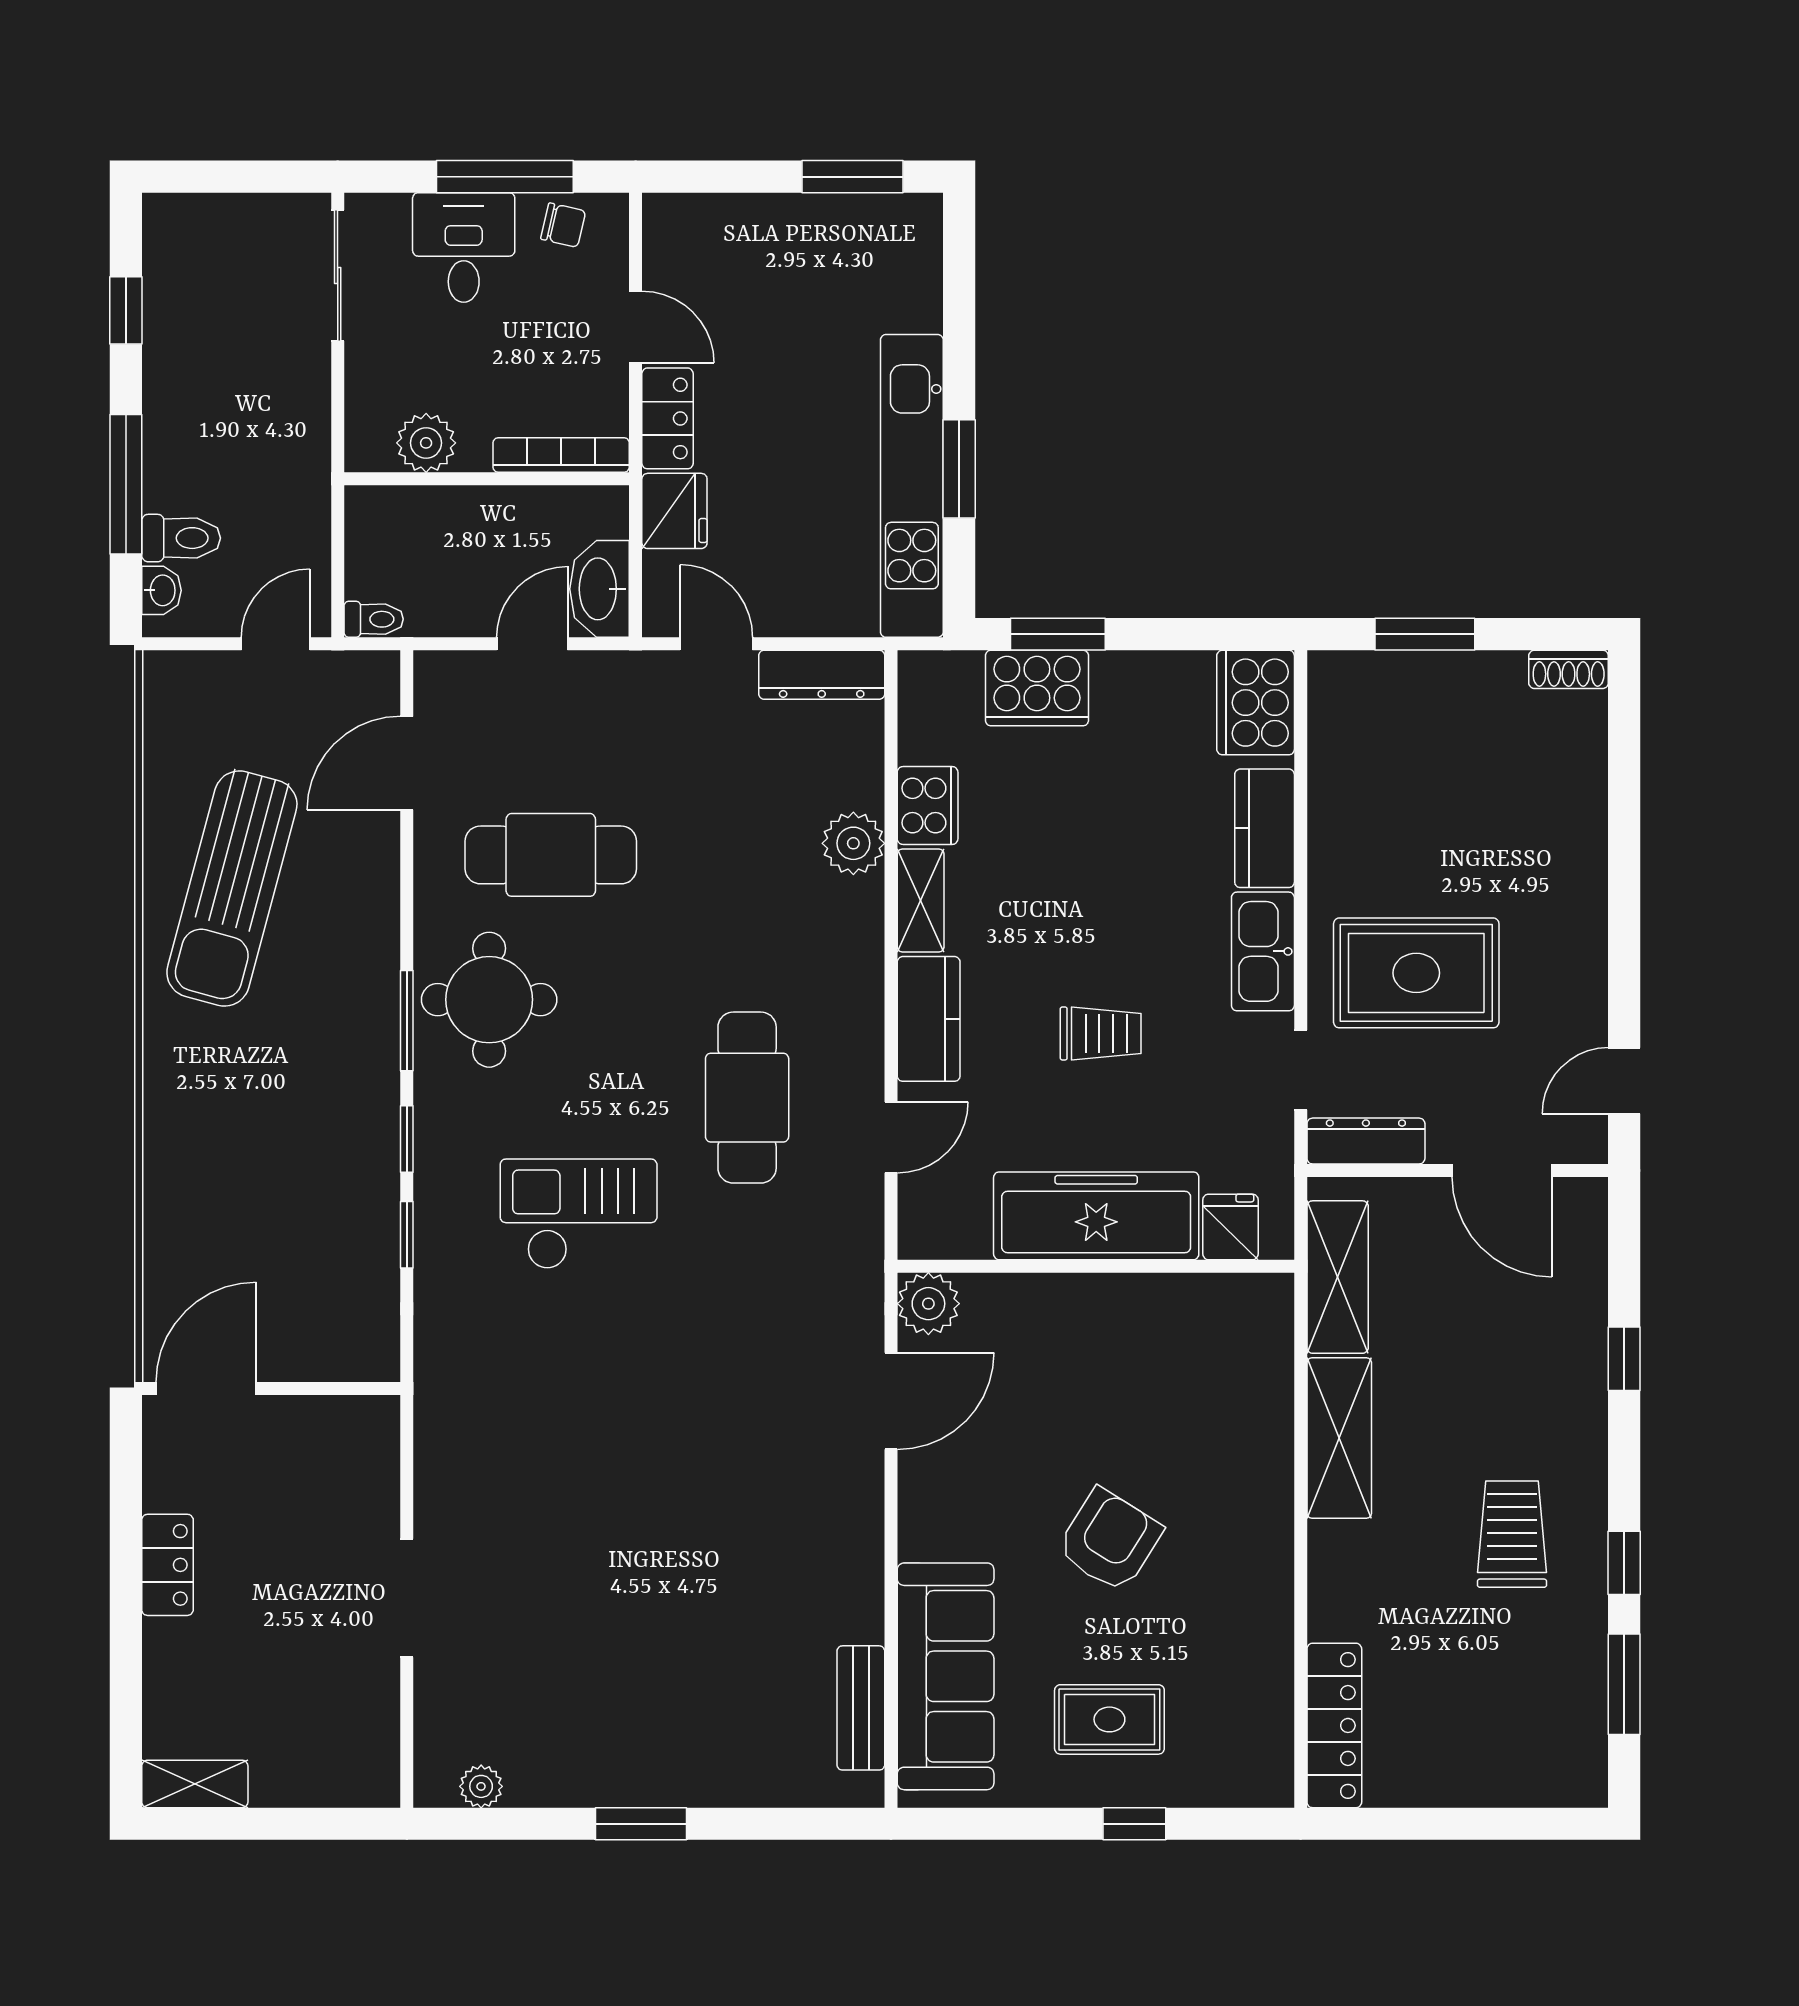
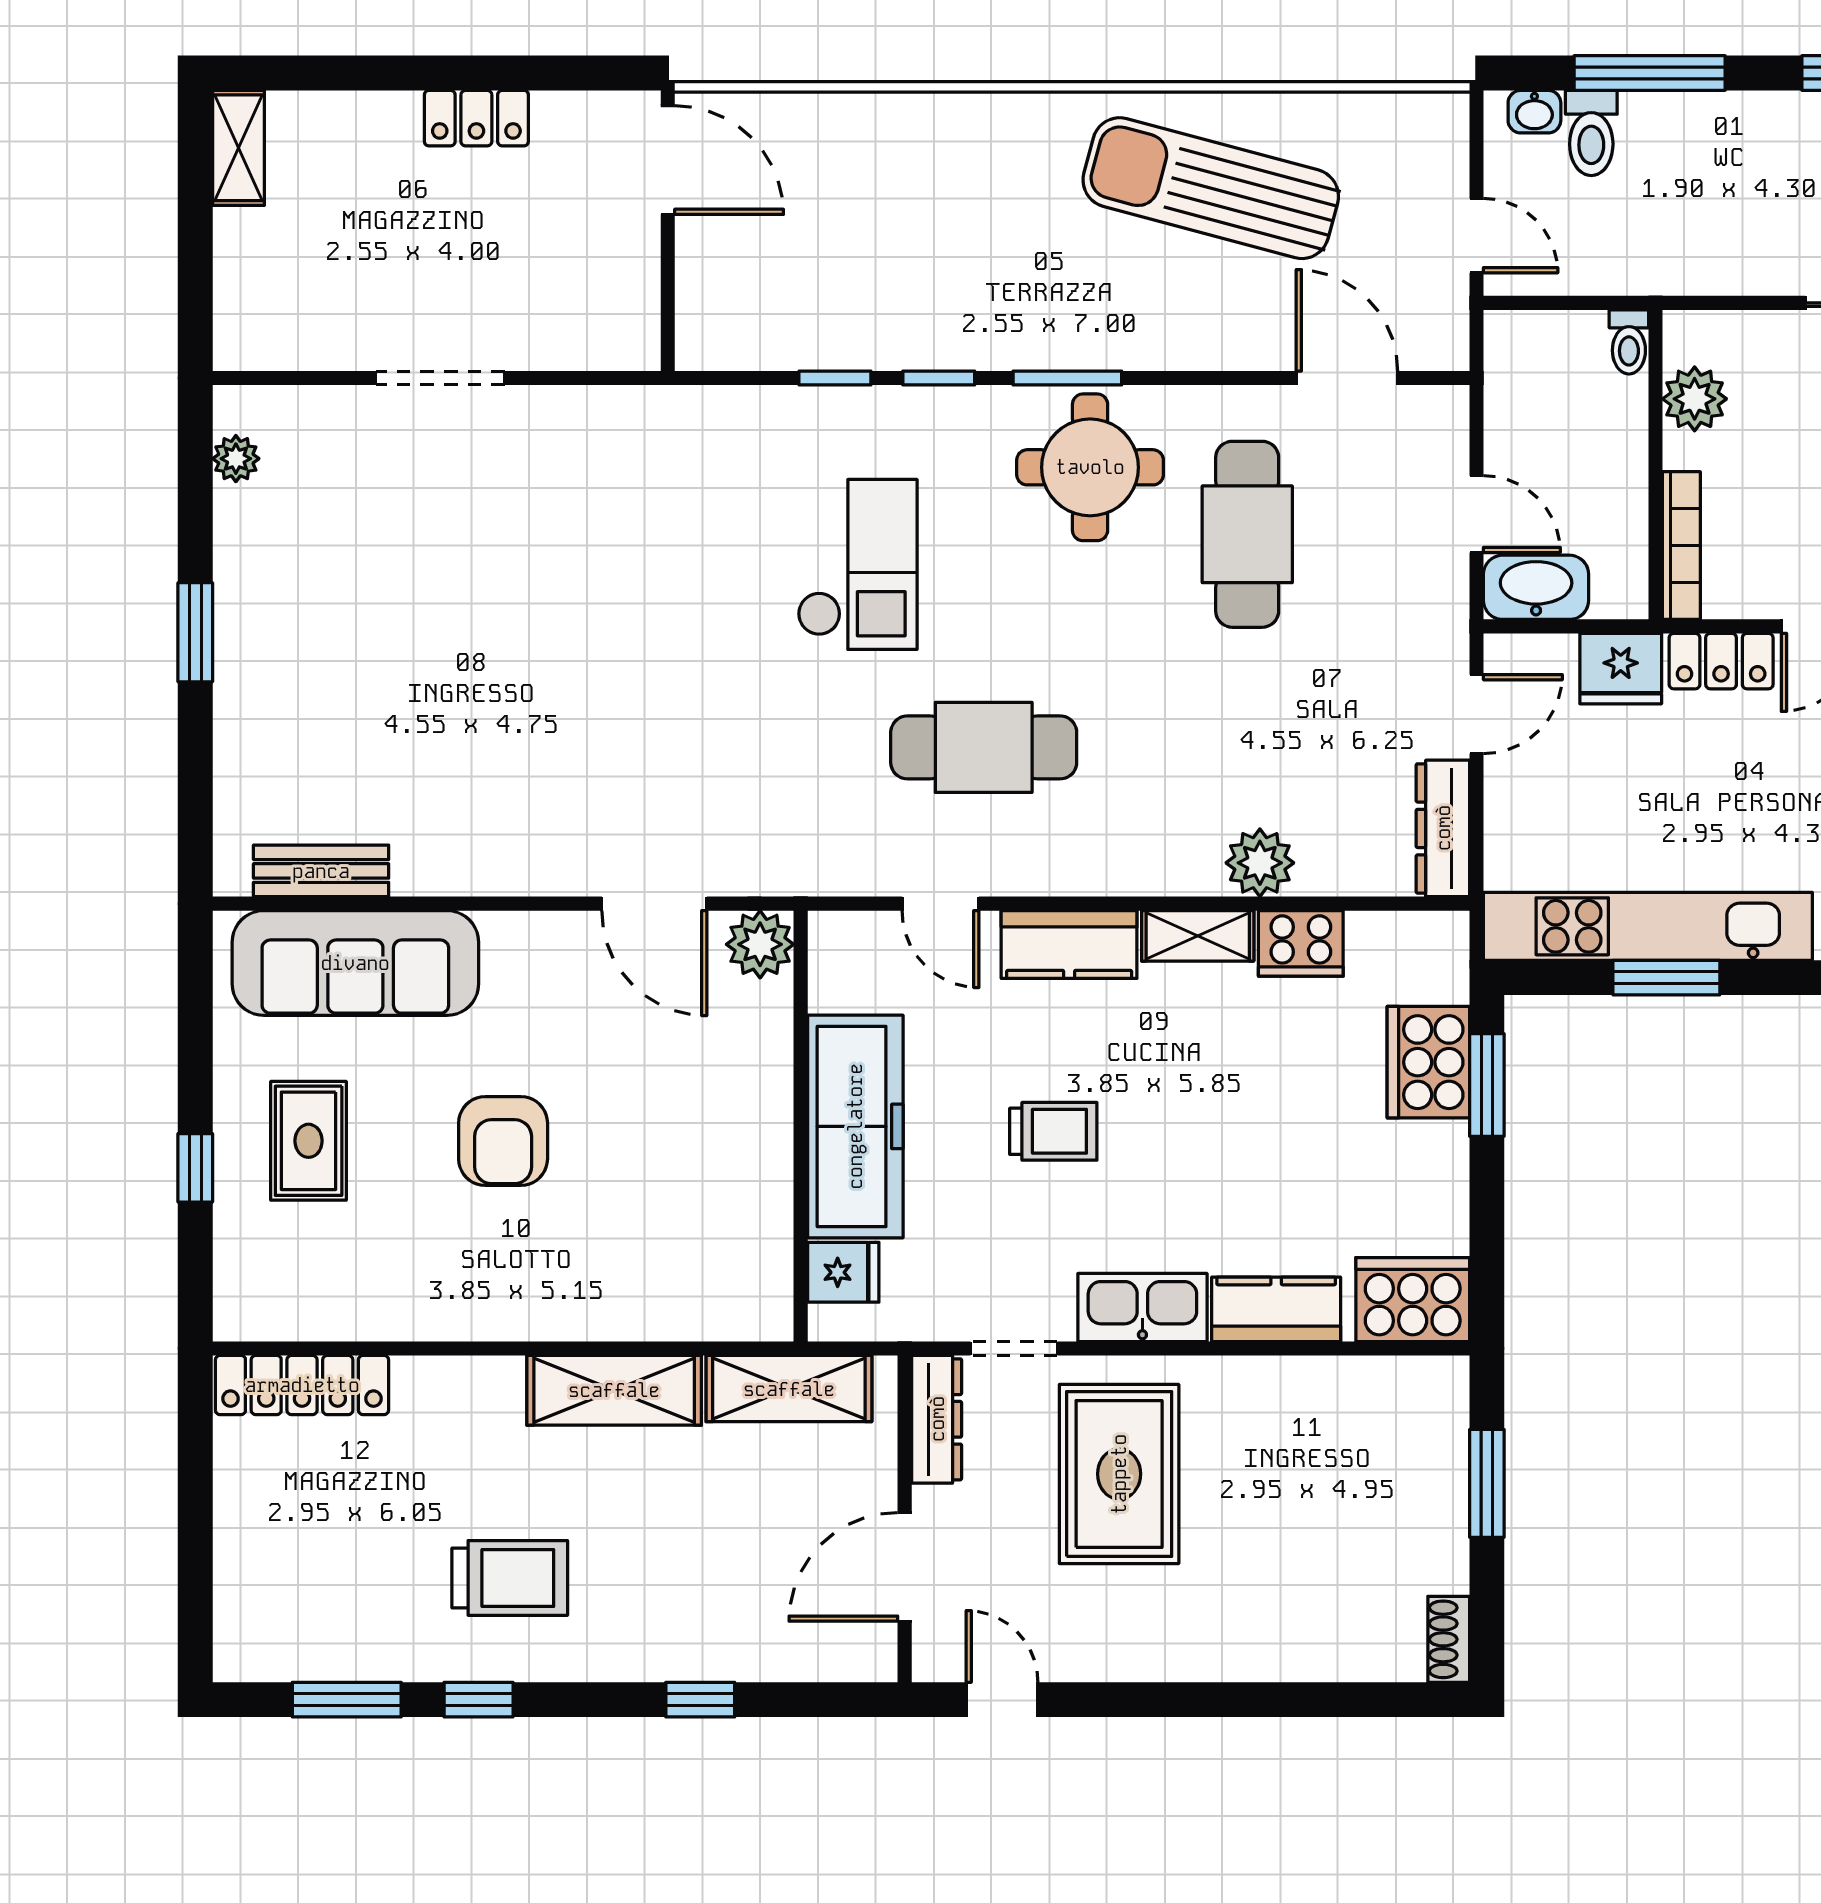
toilet: (374, 619) -> (1629, 342), moved
trolley: (1101, 1033) -> (1053, 1131), turned -90
armchair: (1110, 1540) -> (503, 1141), turned 58

